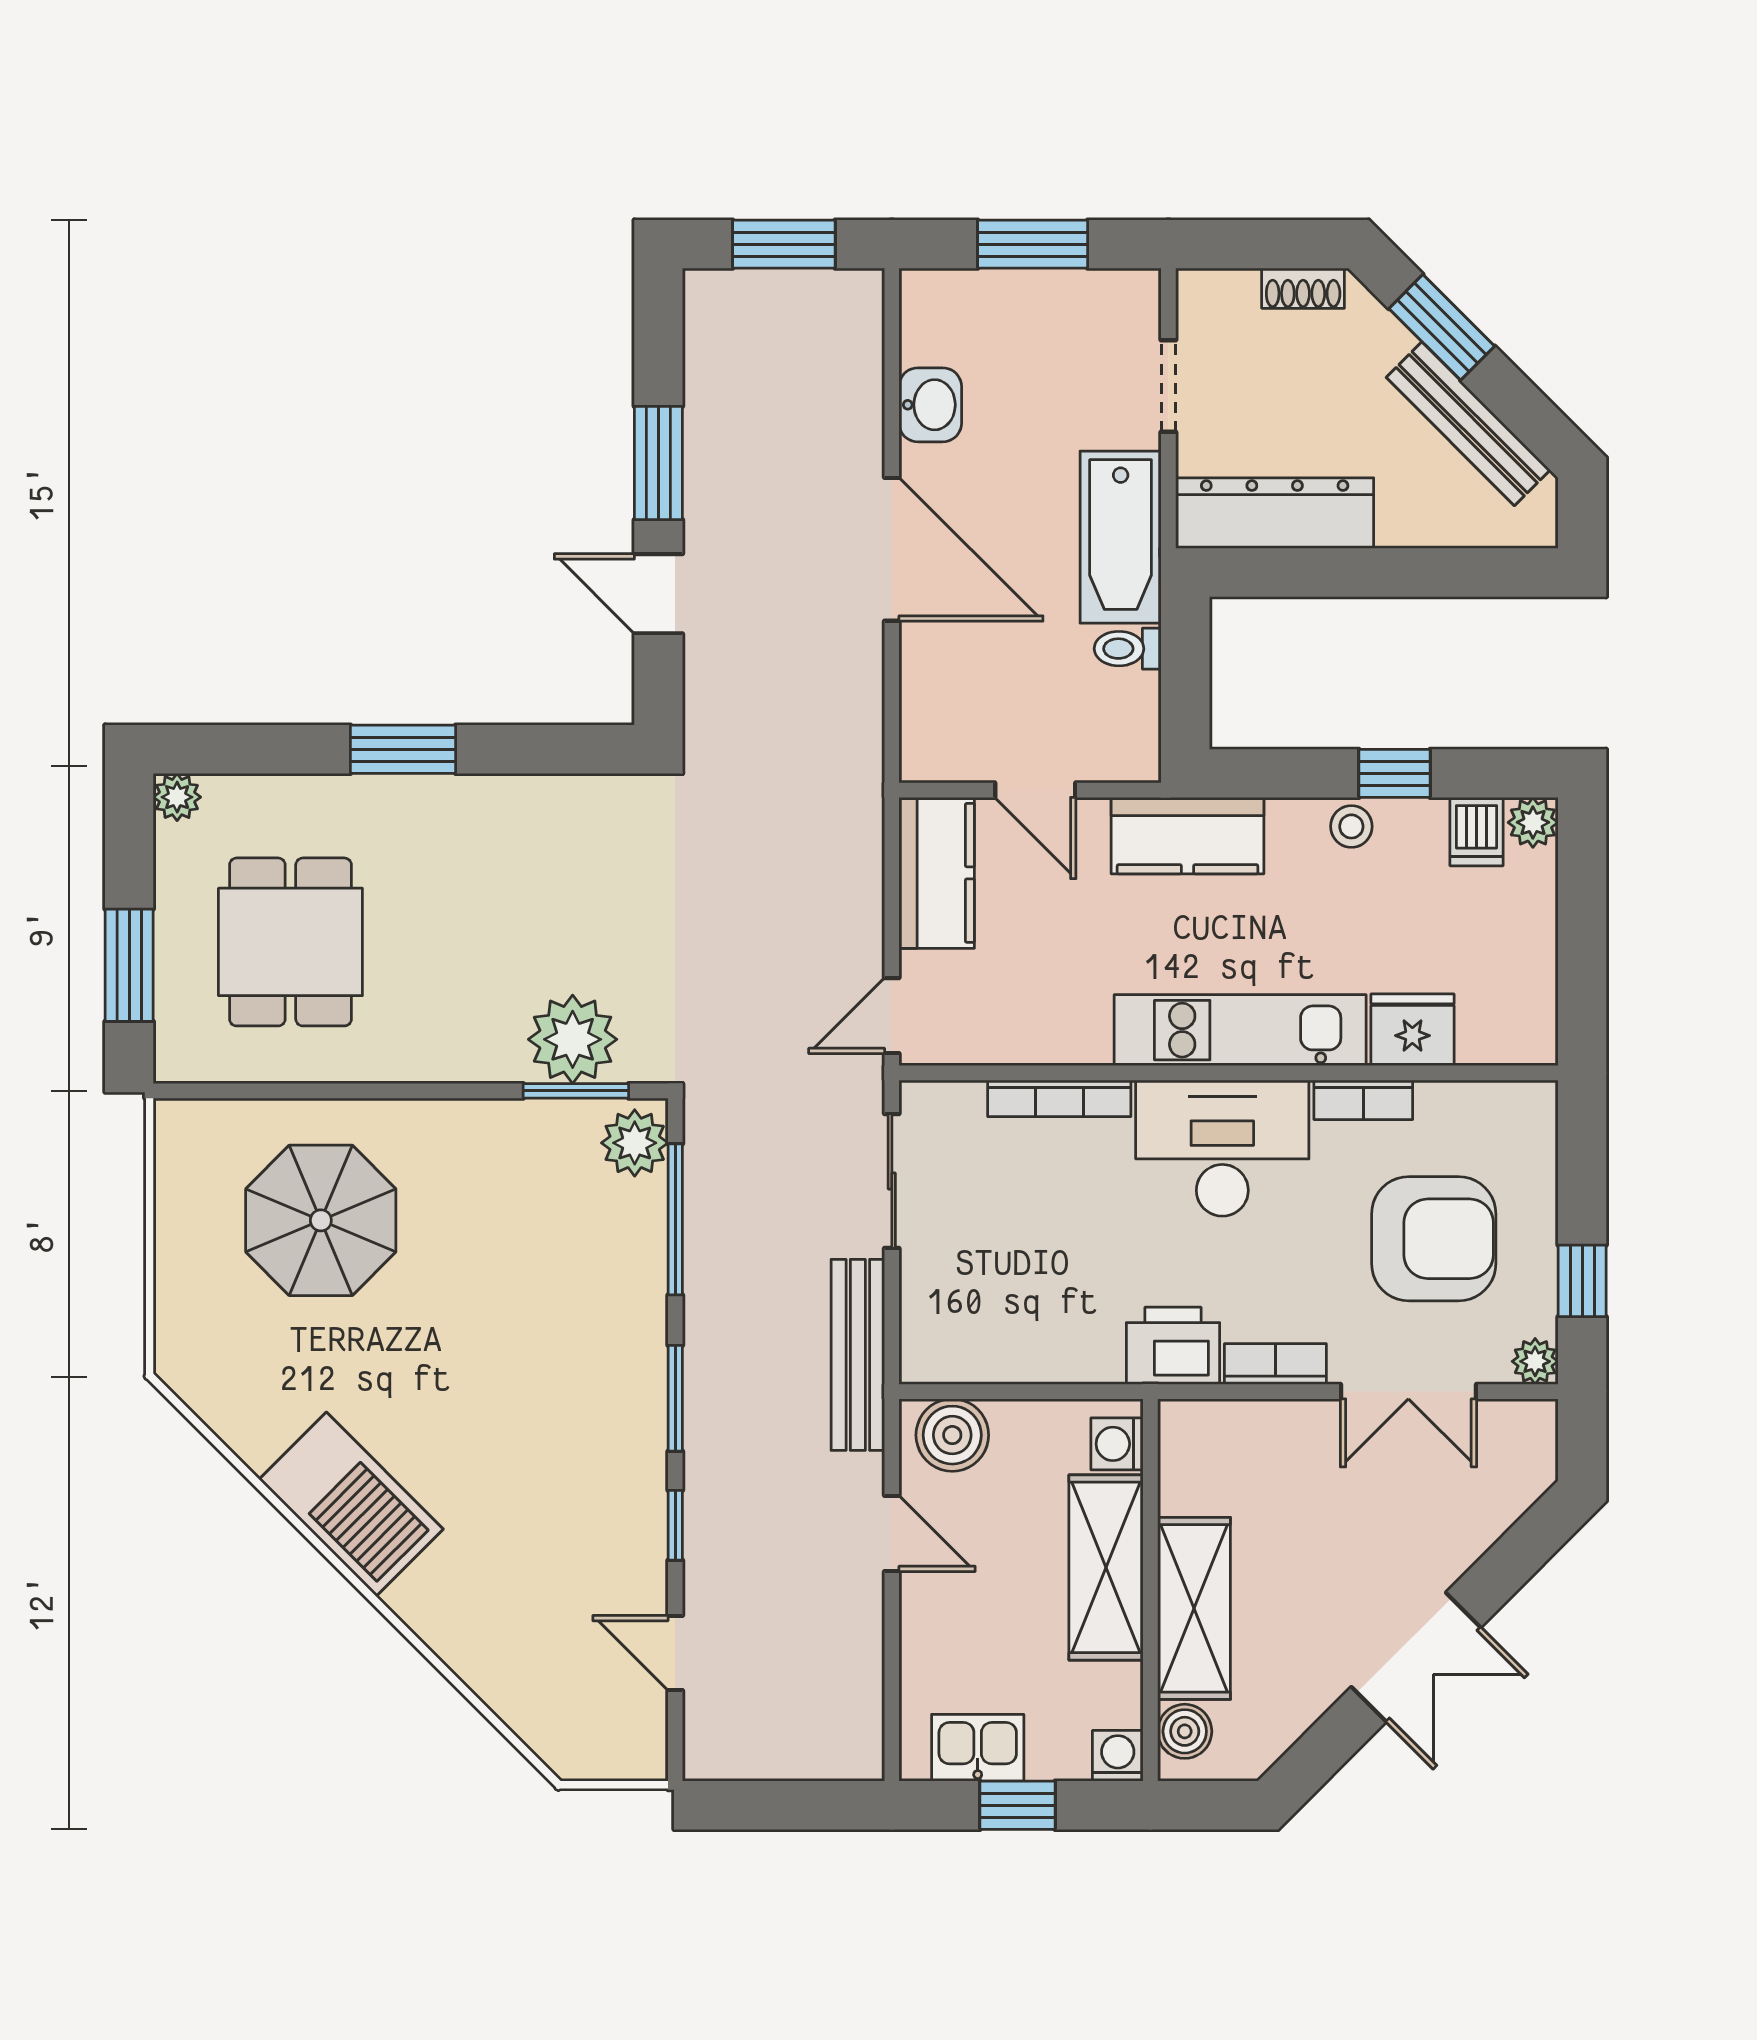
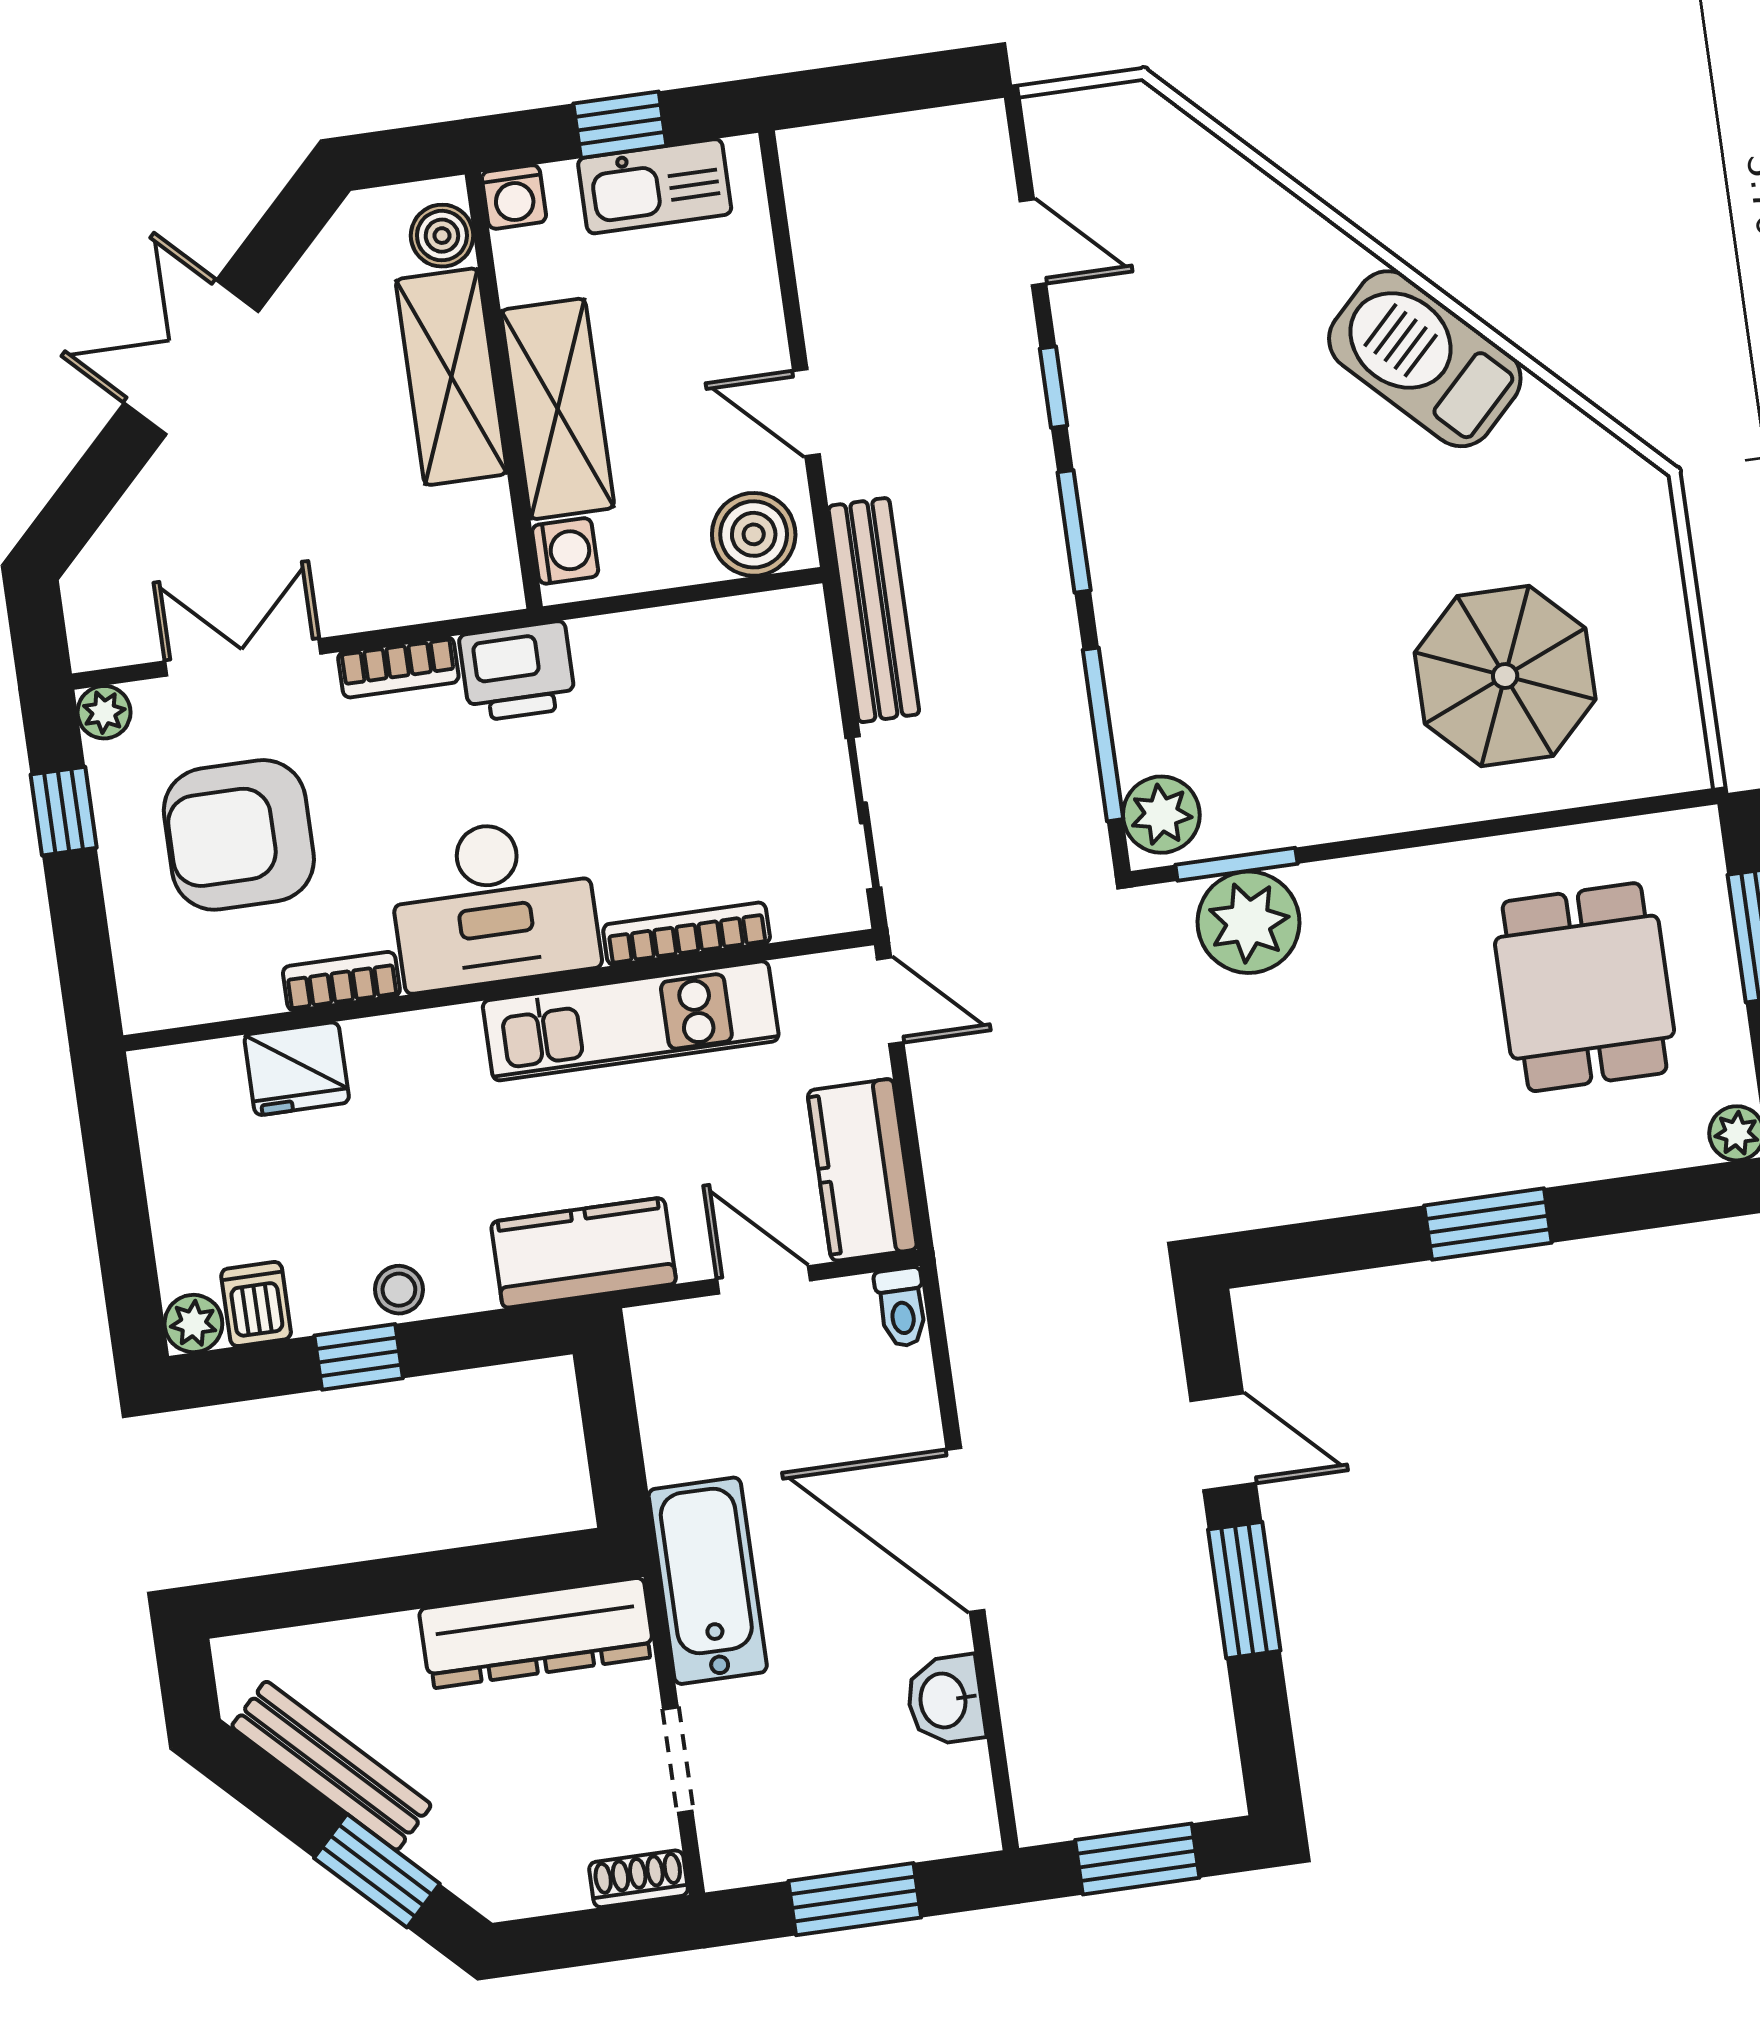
shoe rack: (1303, 288) -> (639, 1879), moved
toilet: (1128, 649) -> (902, 1307), moved, turned 90
door: (892, 1016) -> (890, 1001), hinge flipped
kitchen unit: (1240, 1030) -> (631, 1021), moved
kitchen sink: (978, 1748) -> (655, 186), width x1.38

